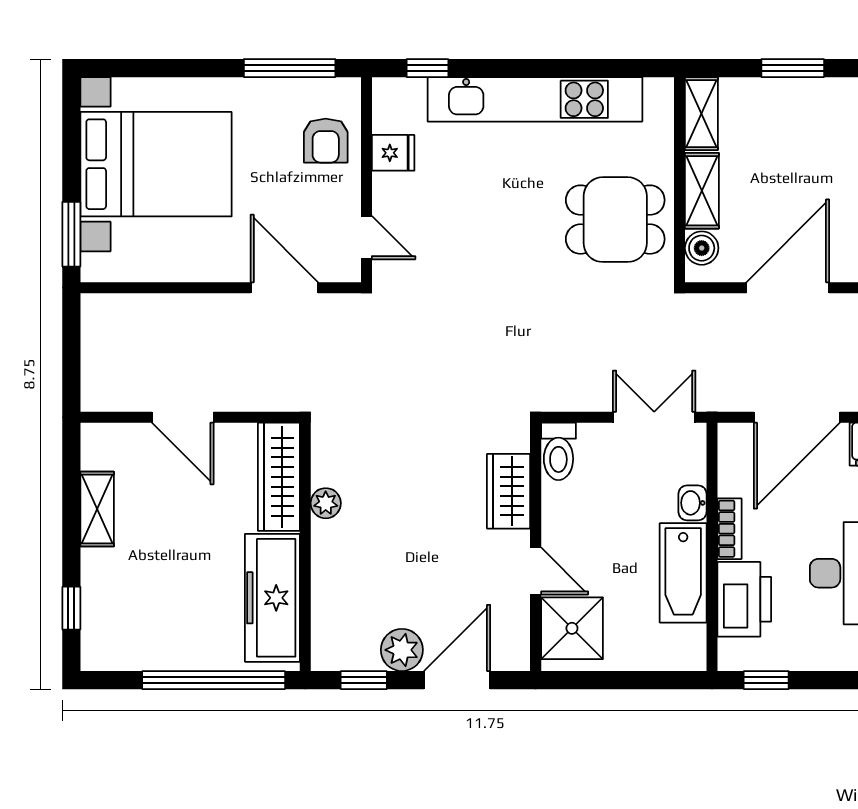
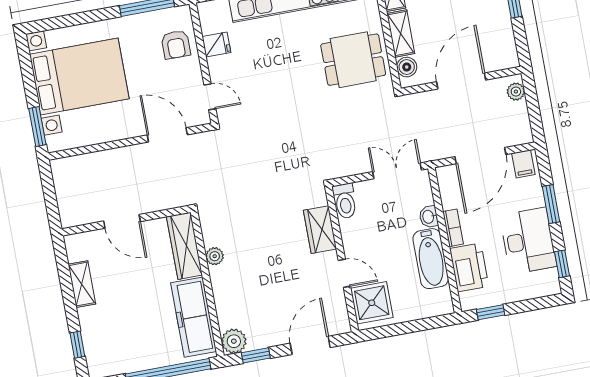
plant: (402, 650) -> (234, 341), moved

